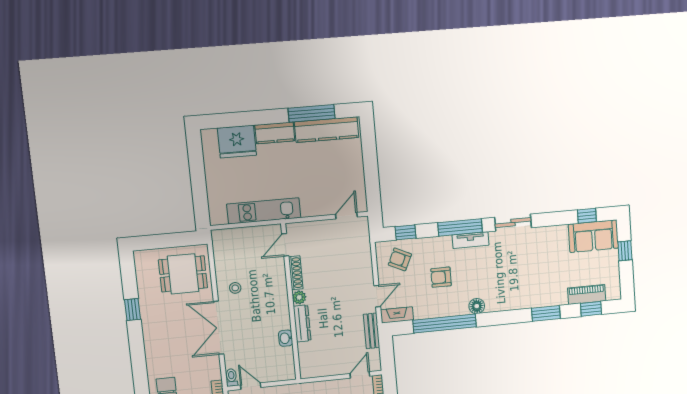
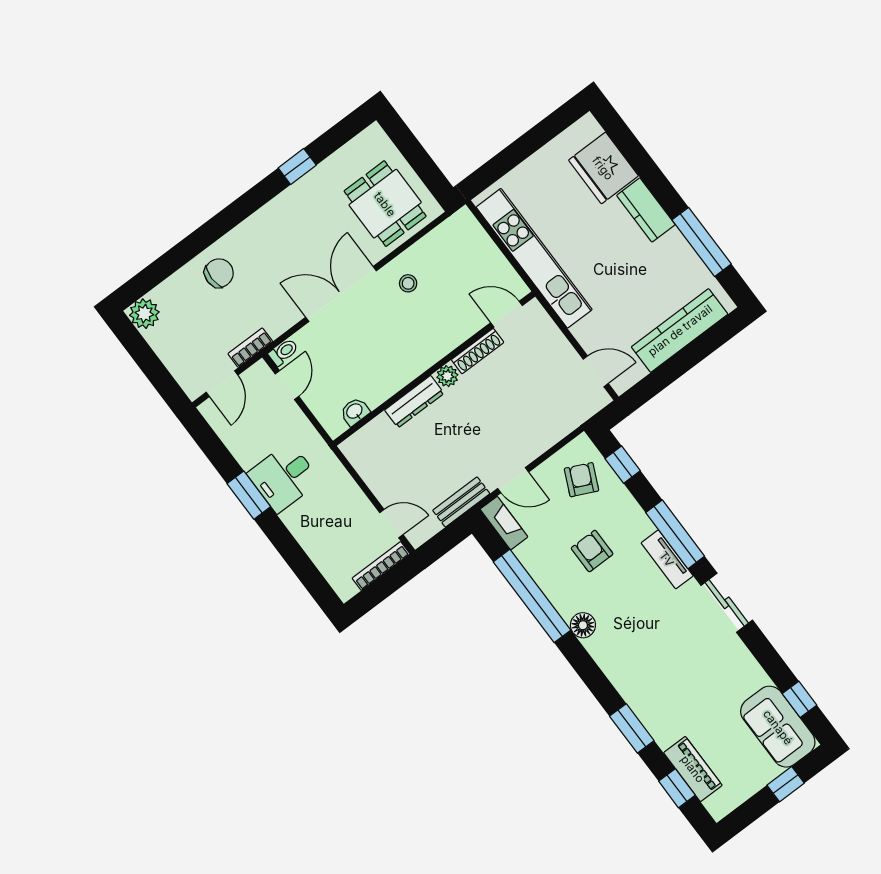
kitchen counter: (327, 130) -> (680, 330), moved, turned 90
kitchen unit: (264, 211) -> (534, 258), width x1.36
washbasin: (286, 338) -> (355, 412), moved

